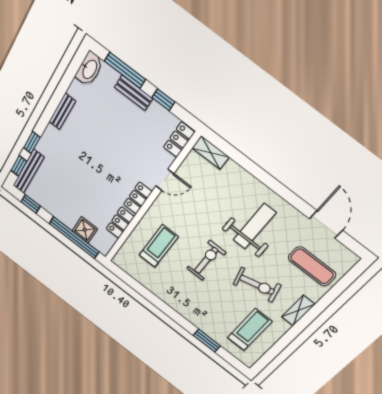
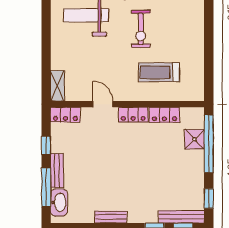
washbasin: (89, 69) -> (59, 202), moved, turned 90
exercise bike: (206, 260) -> (141, 29), turned -90

